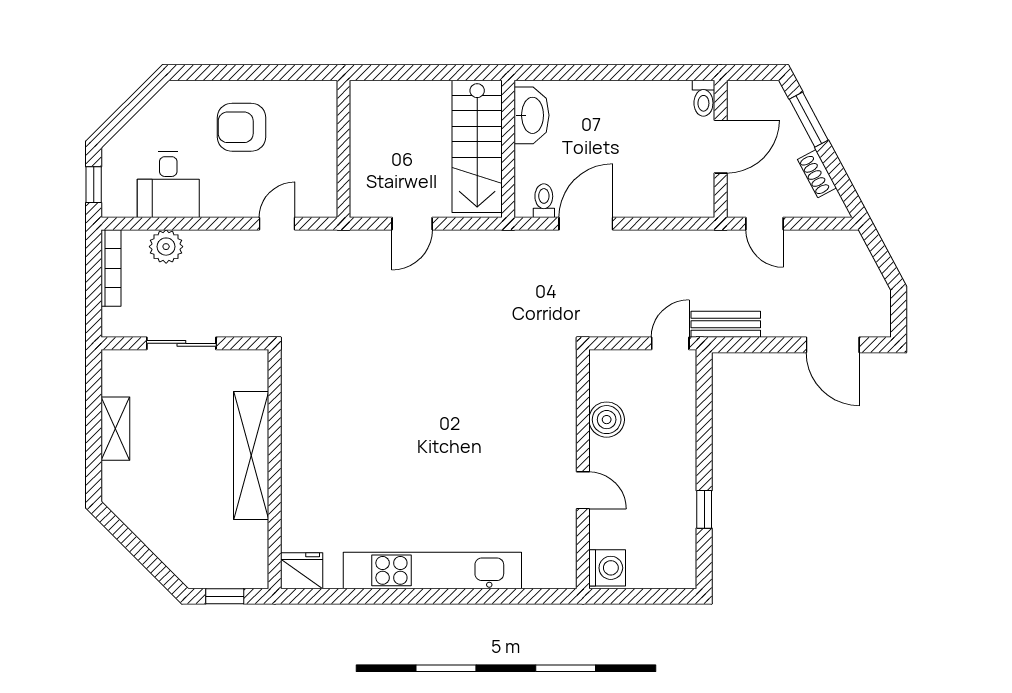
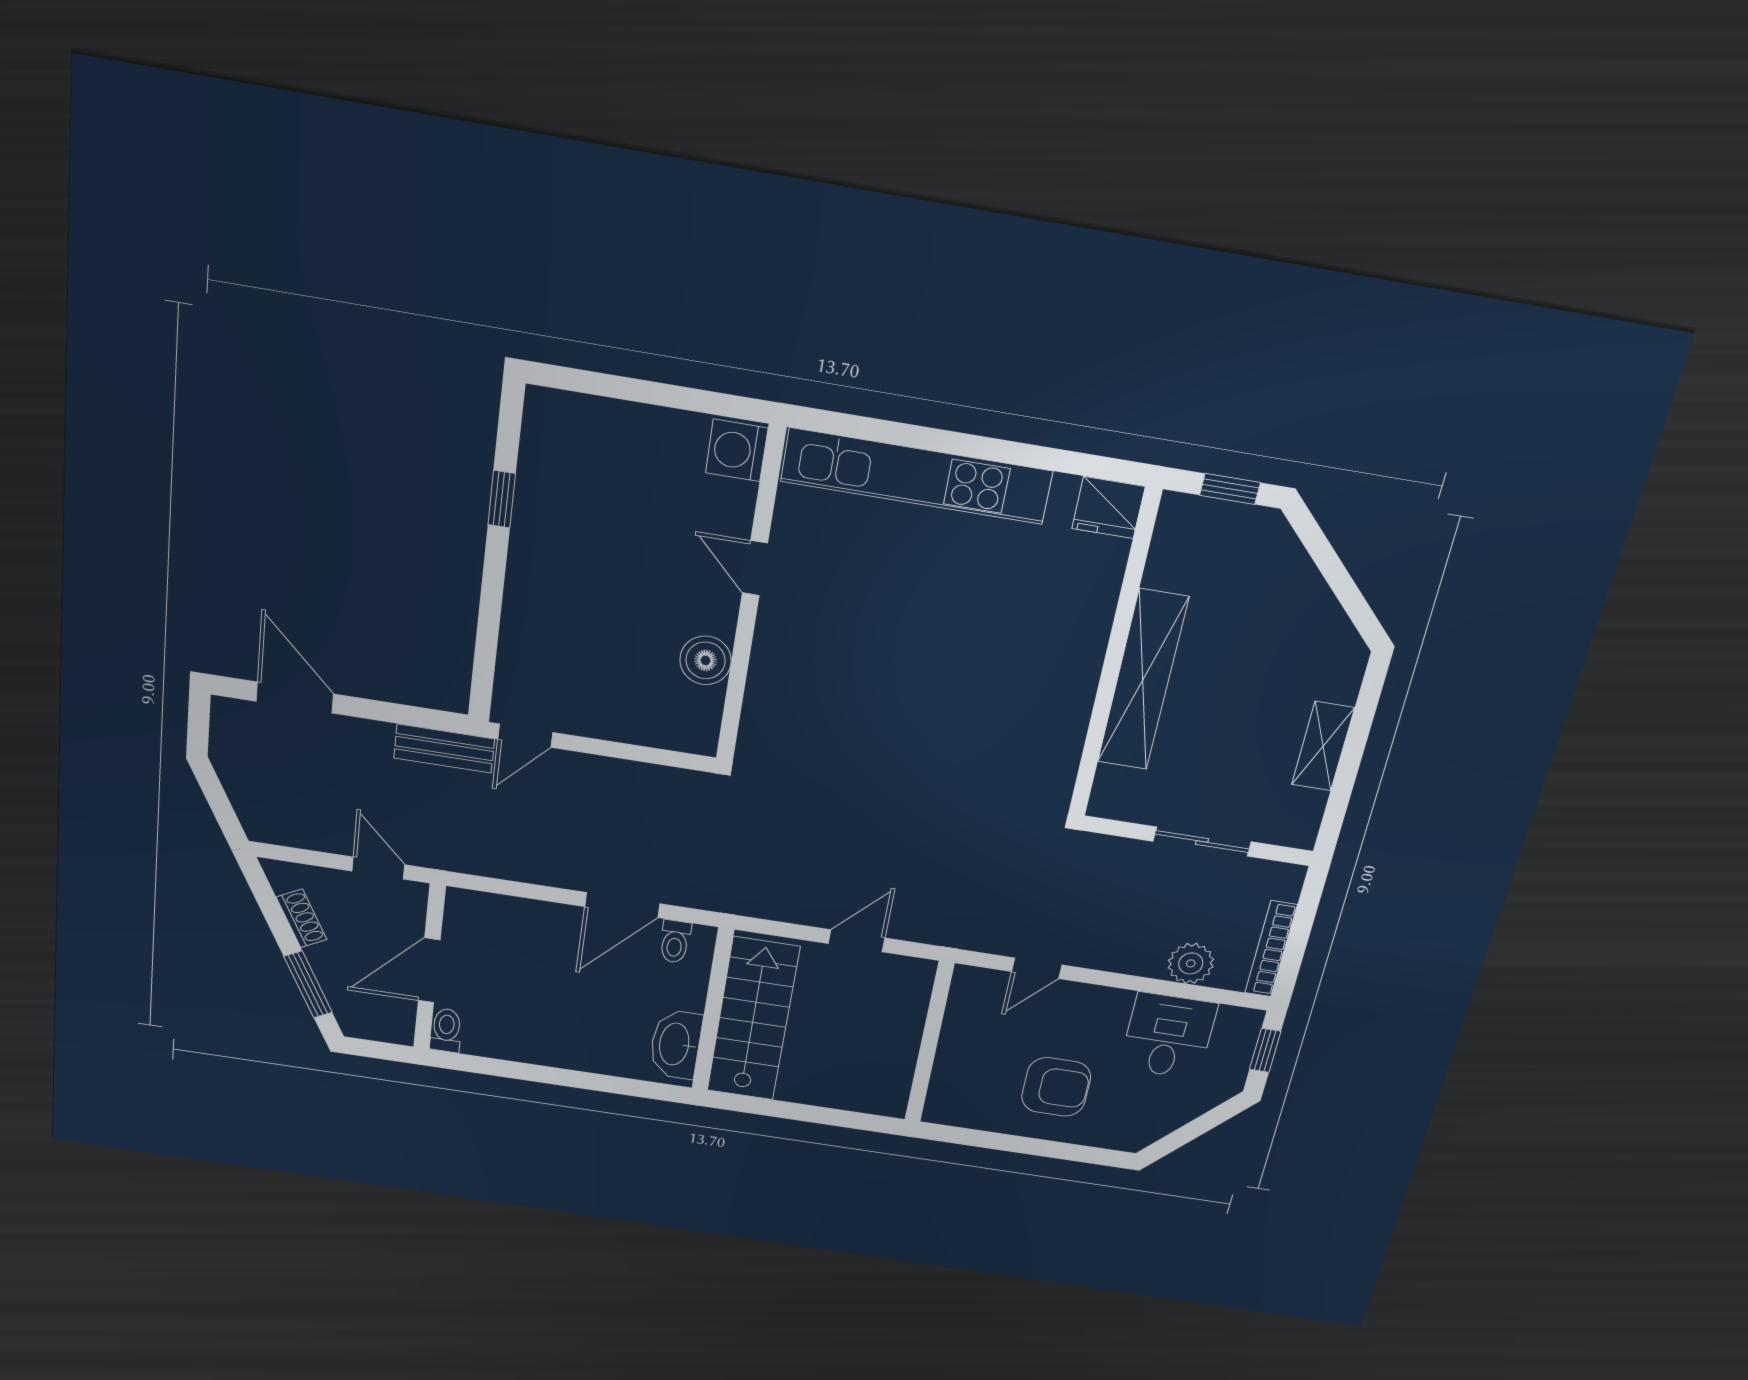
boiler: (607, 420) -> (706, 660), moved
wall: (583, 469) -> (750, 598), moved
door: (583, 490) -> (755, 568), moved
washing machine: (607, 568) -> (737, 450), moved

